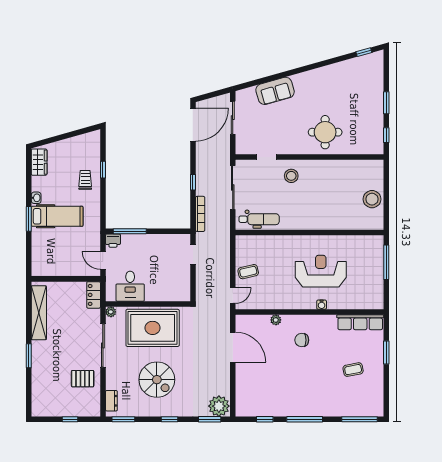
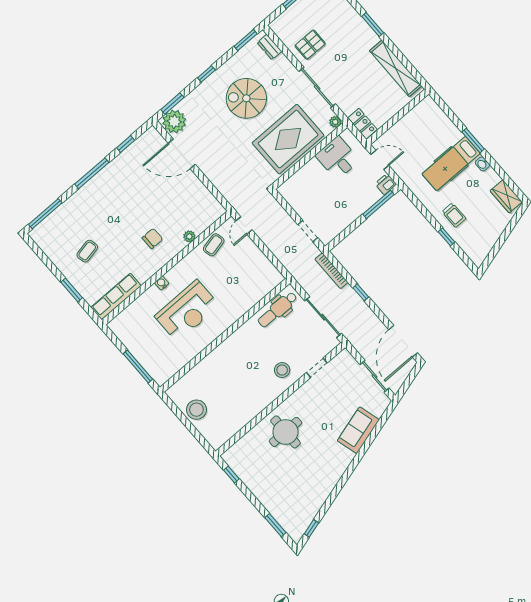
window: (386, 103) -> (275, 525), moved
coffee table: (248, 272) -> (214, 245), moved
door: (233, 347) -> (182, 154), moved

